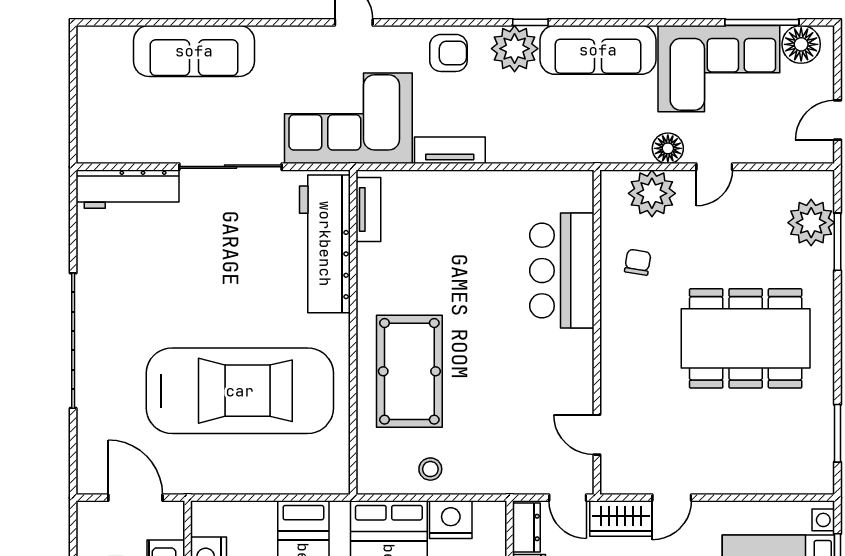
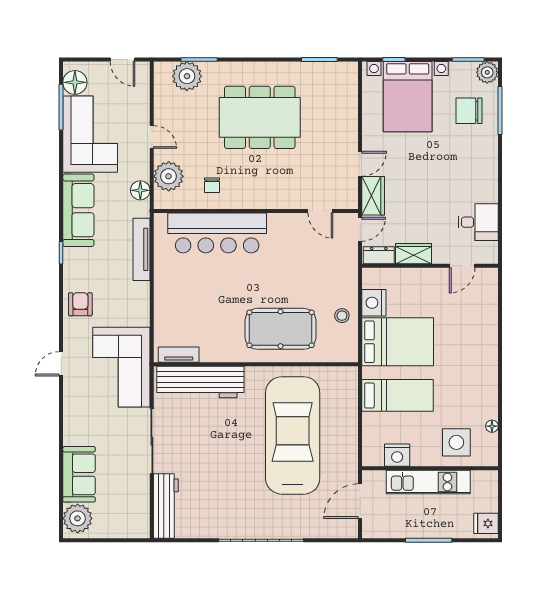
plant: (515, 49) -> (78, 518), moved
sofa: (194, 51) -> (79, 474), width x0.73
floor lamp: (668, 148) -> (140, 190), moved
tv unit: (450, 150) -> (141, 249), moved, width x1.41
chair: (638, 262) -> (212, 185), turned -99
bar counter: (562, 271) -> (217, 233), width x1.36
dining table: (746, 338) -> (260, 117), turned 90
door: (597, 435) -> (320, 211), hinge flipped
door: (672, 498) -> (360, 164), hinge flipped

